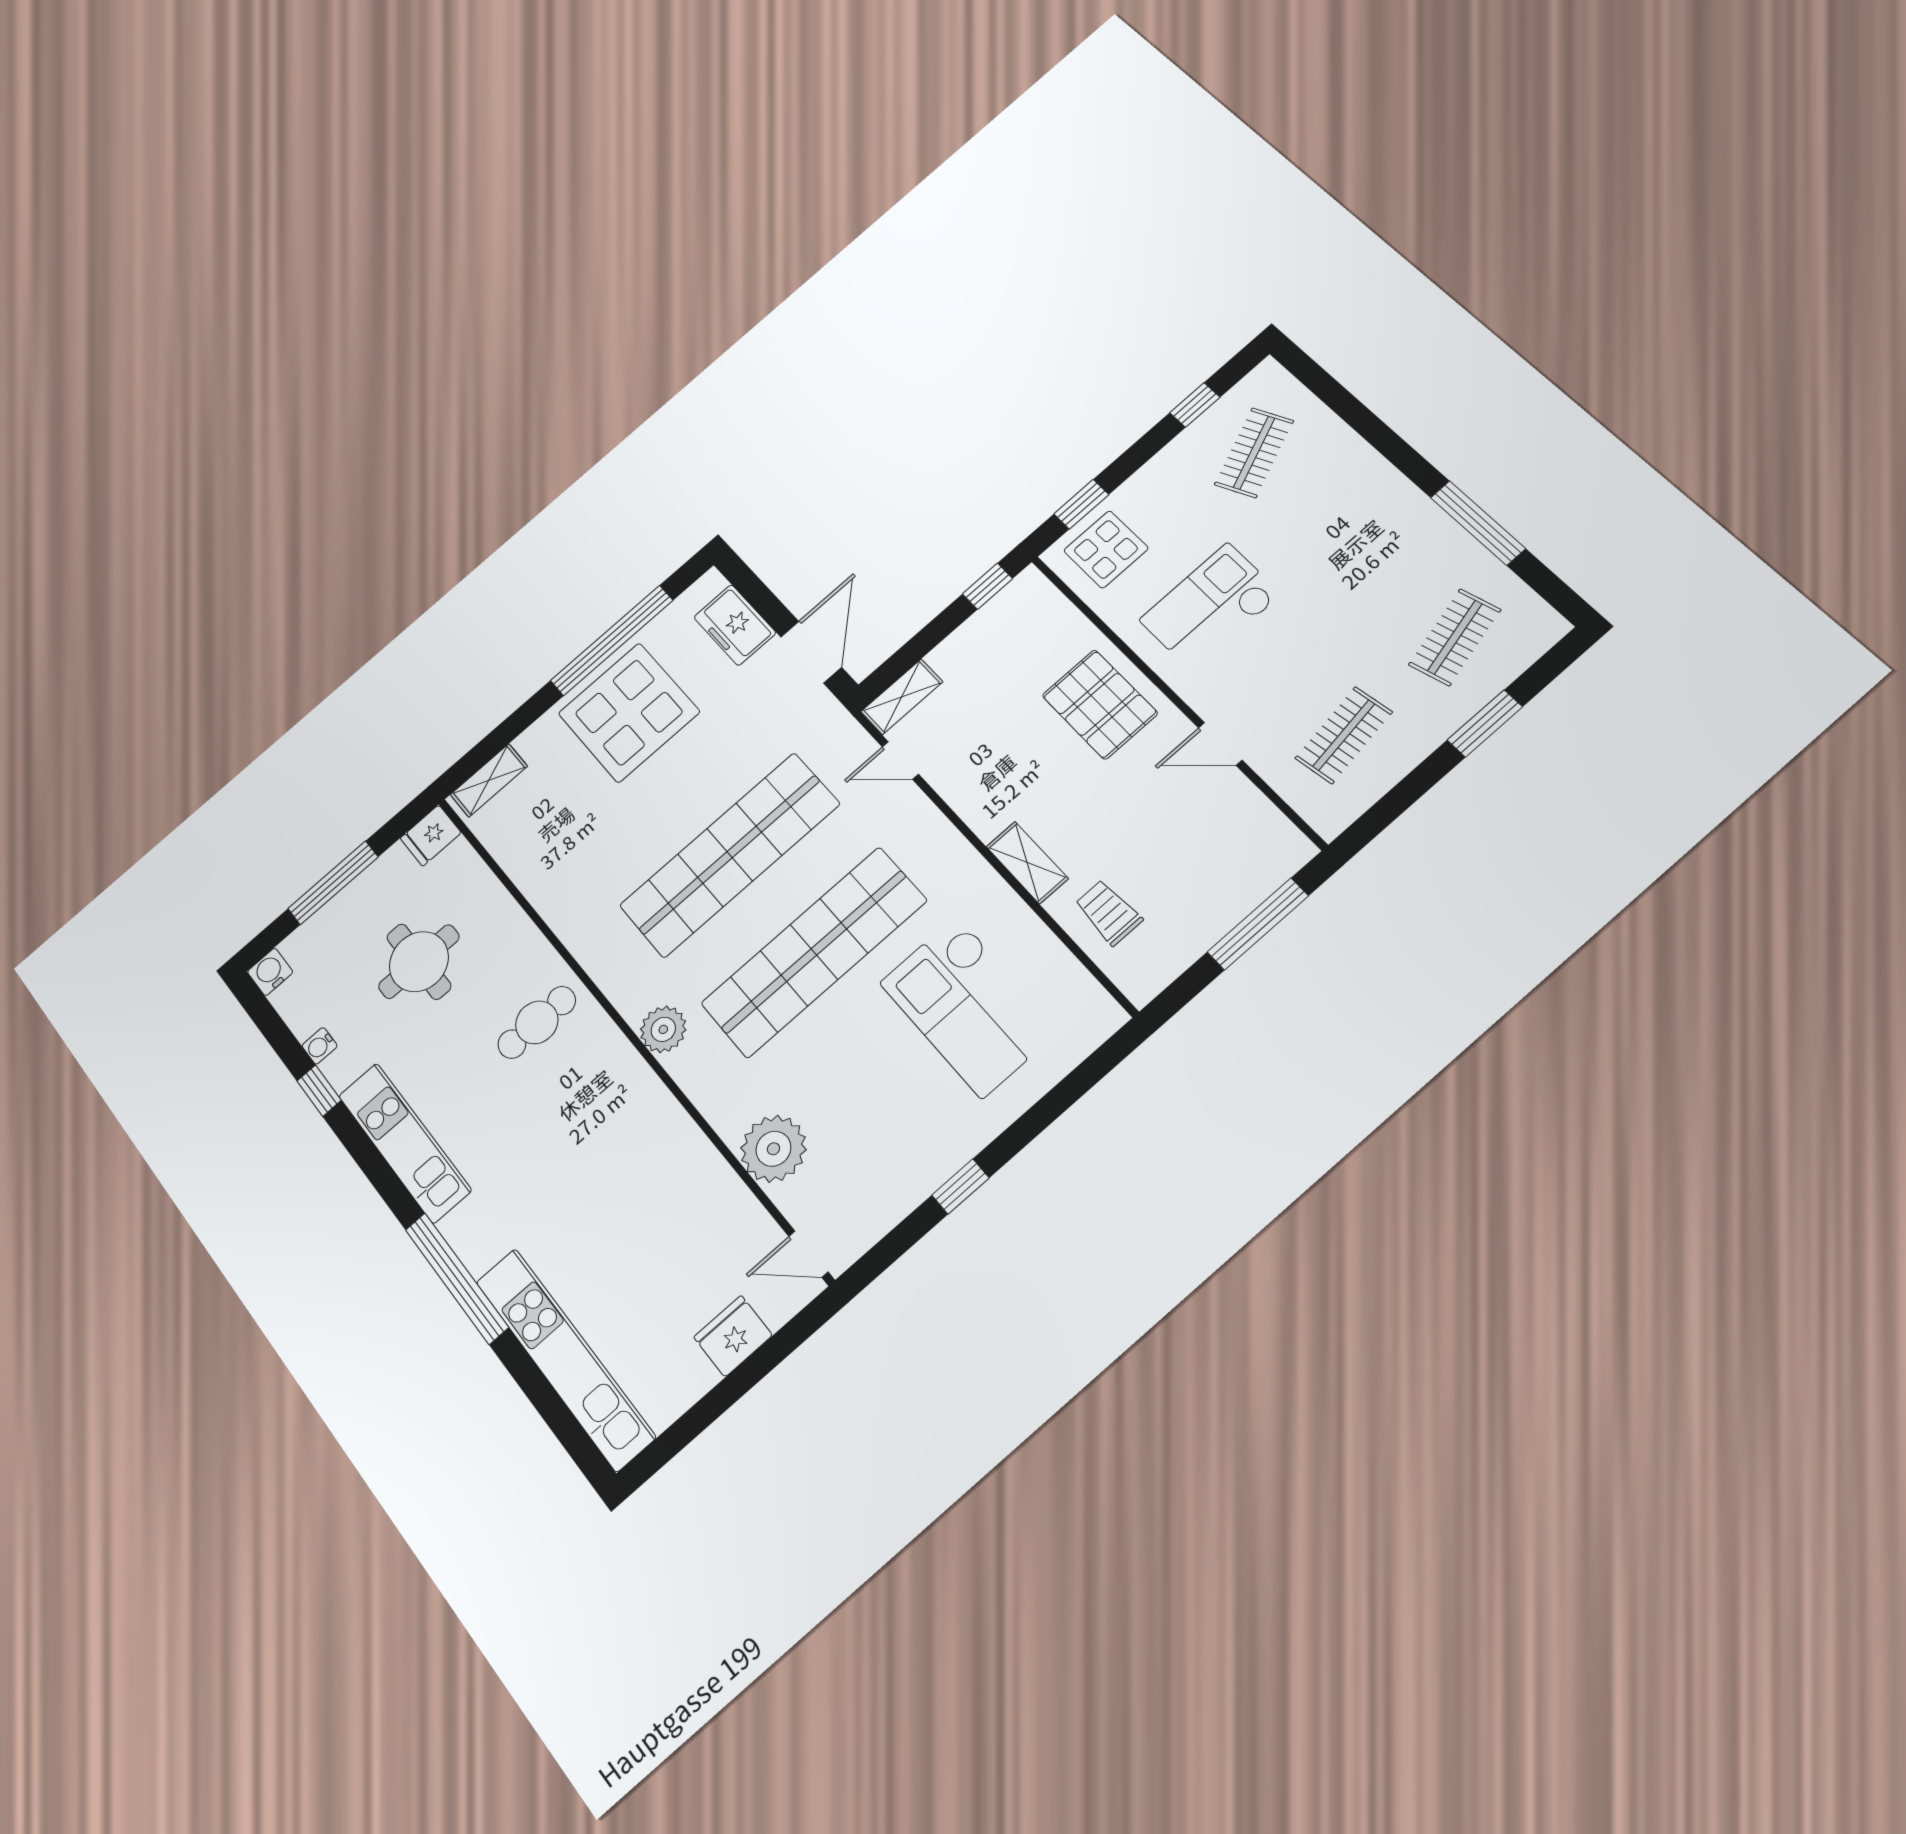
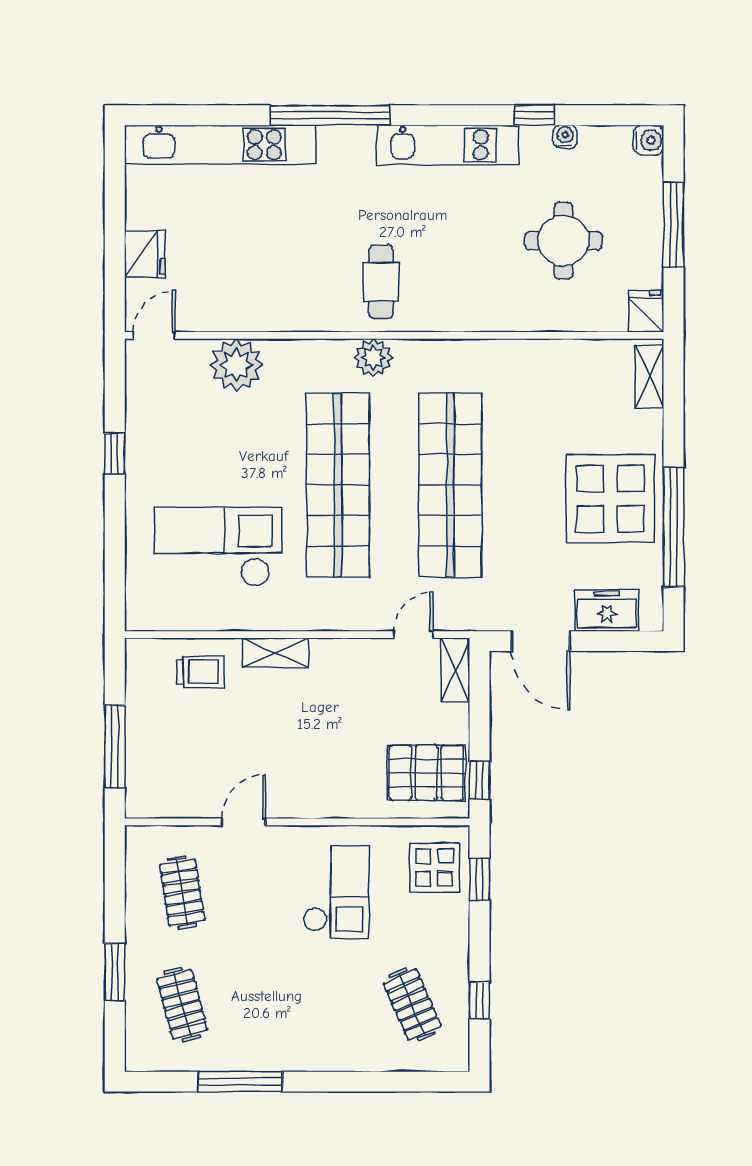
pallet: (1100, 704) -> (426, 773), moved
cafe table: (537, 1022) -> (381, 282), moved

